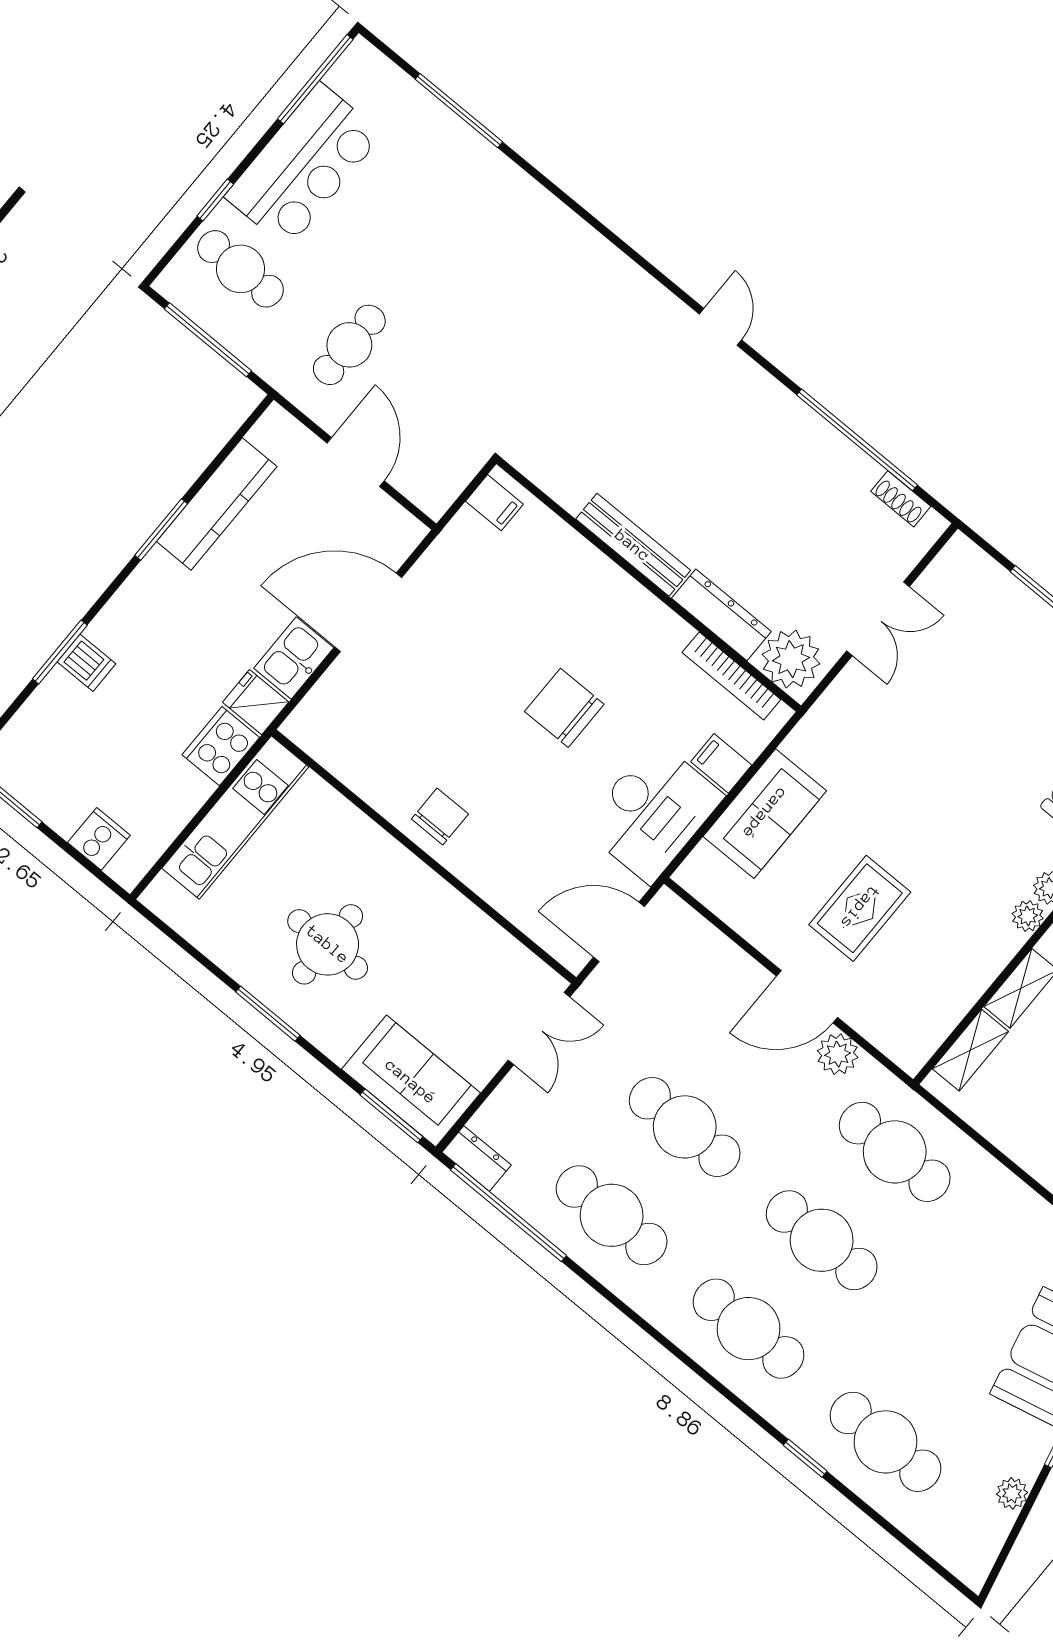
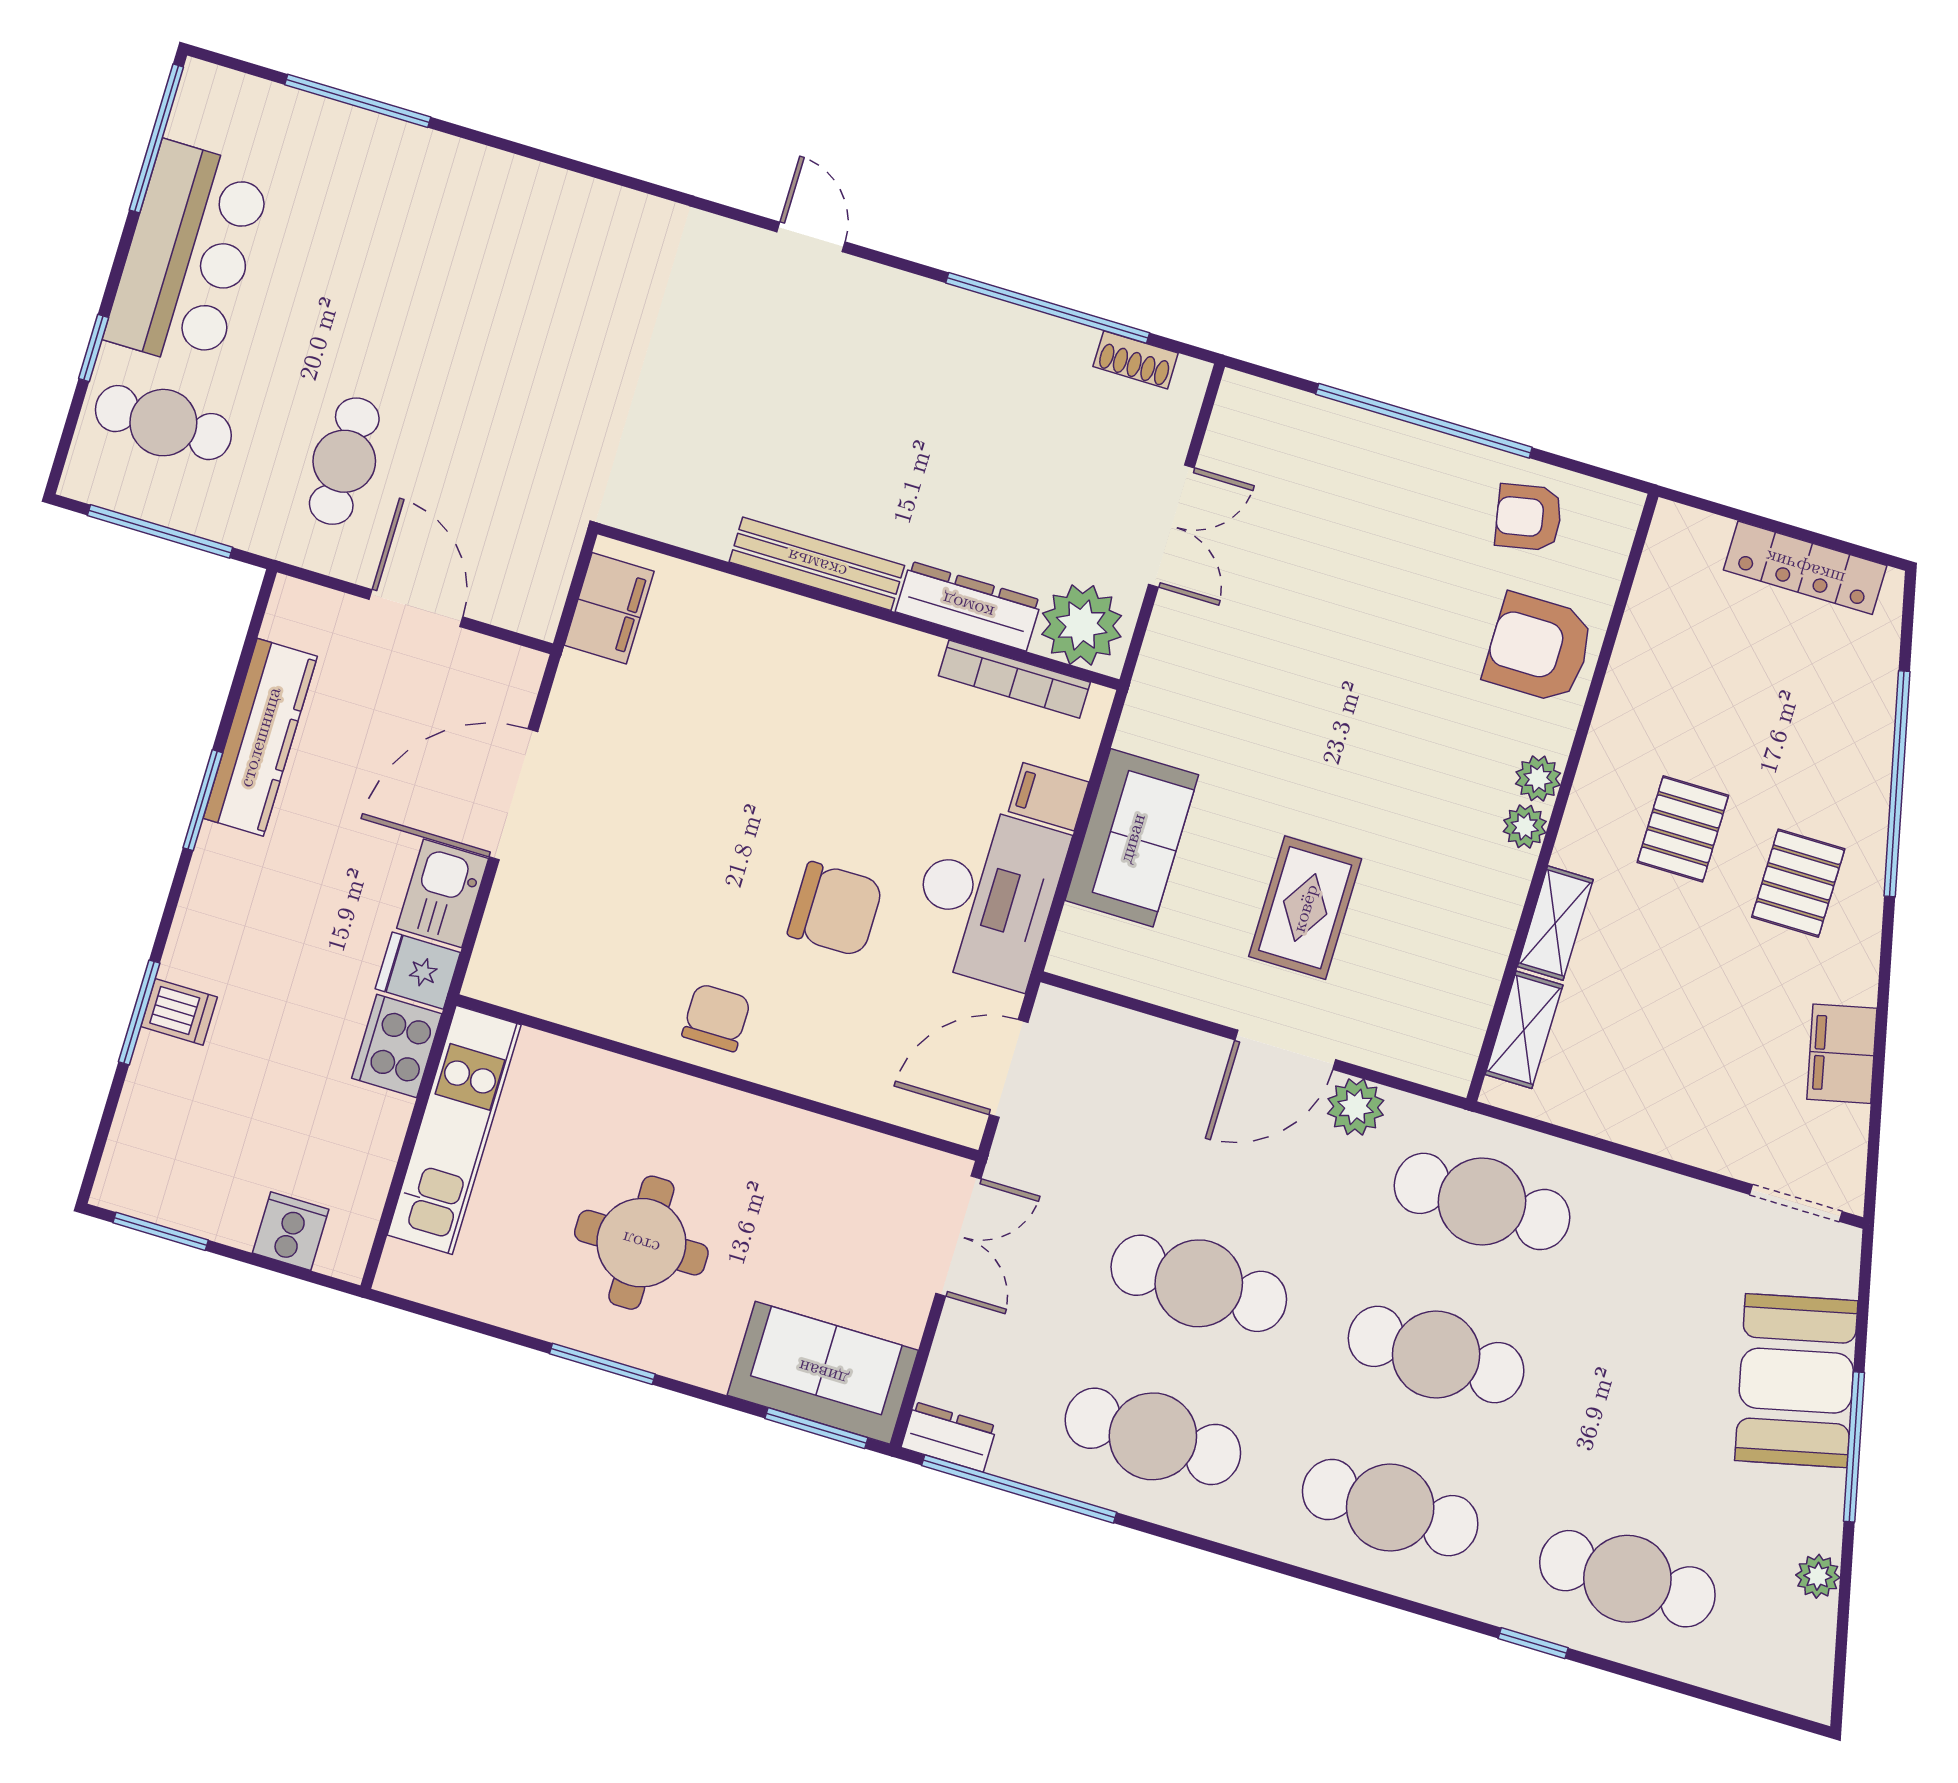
filing cabinet: (494, 503) -> (609, 608), width x2.00
chair: (564, 708) -> (835, 909), moved, turned 180

